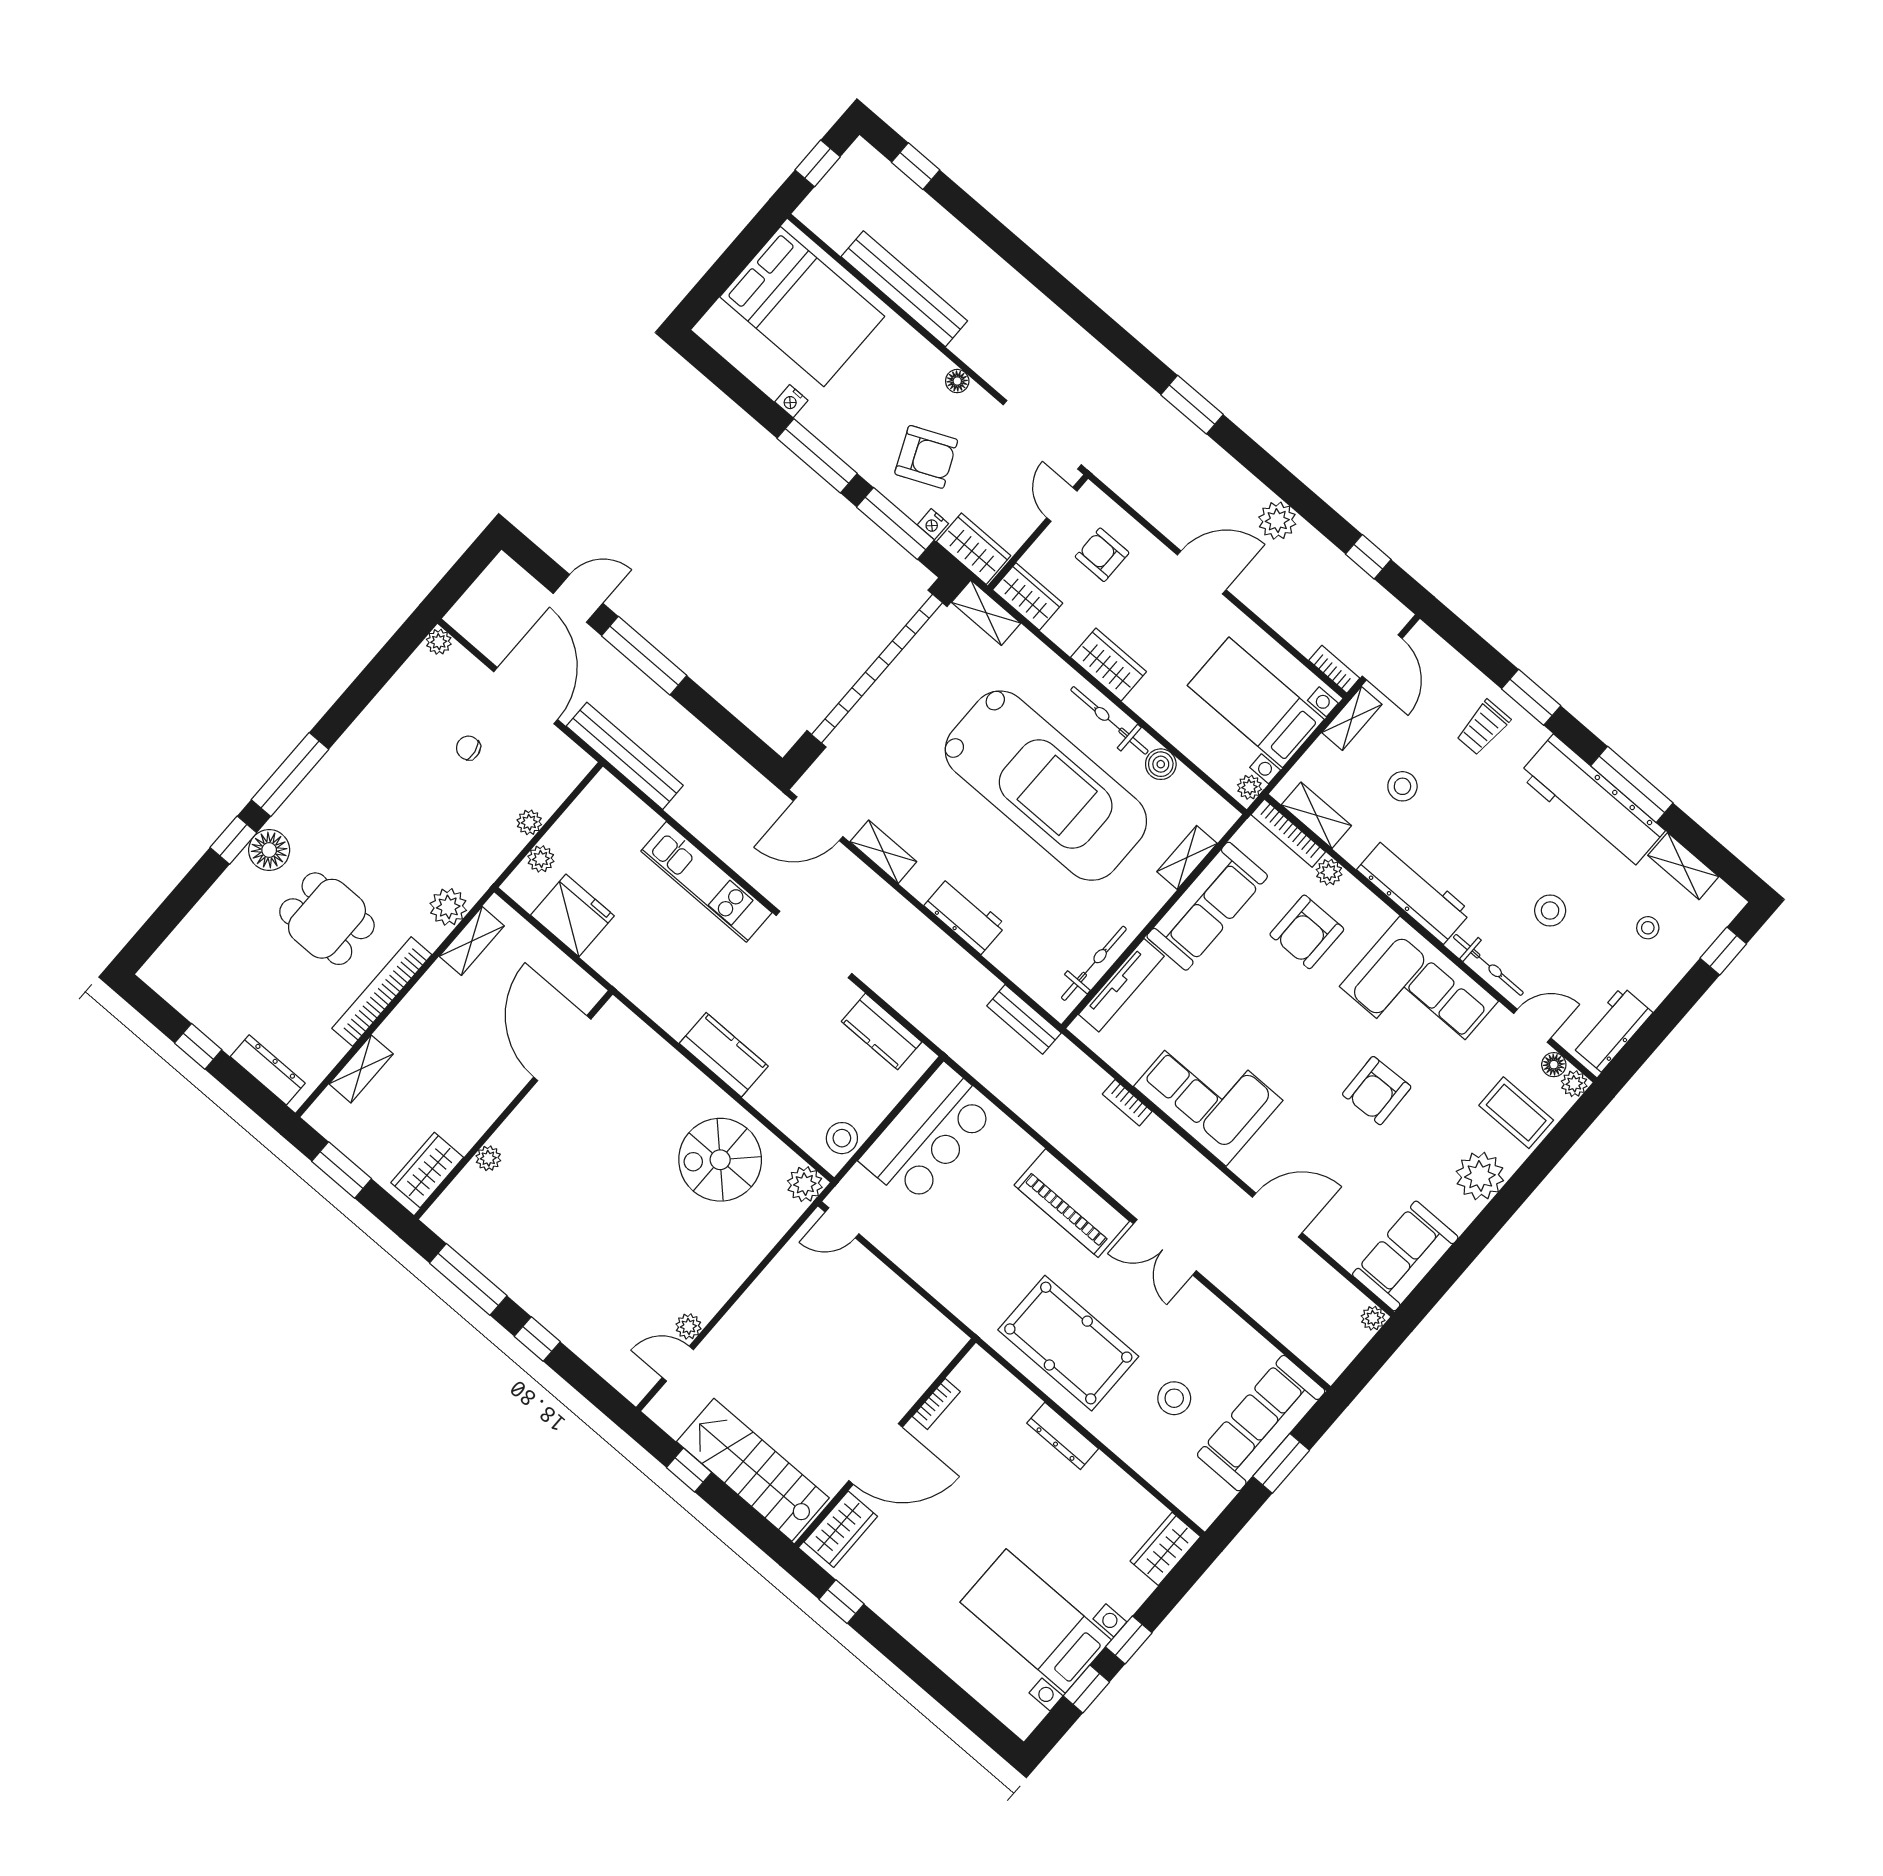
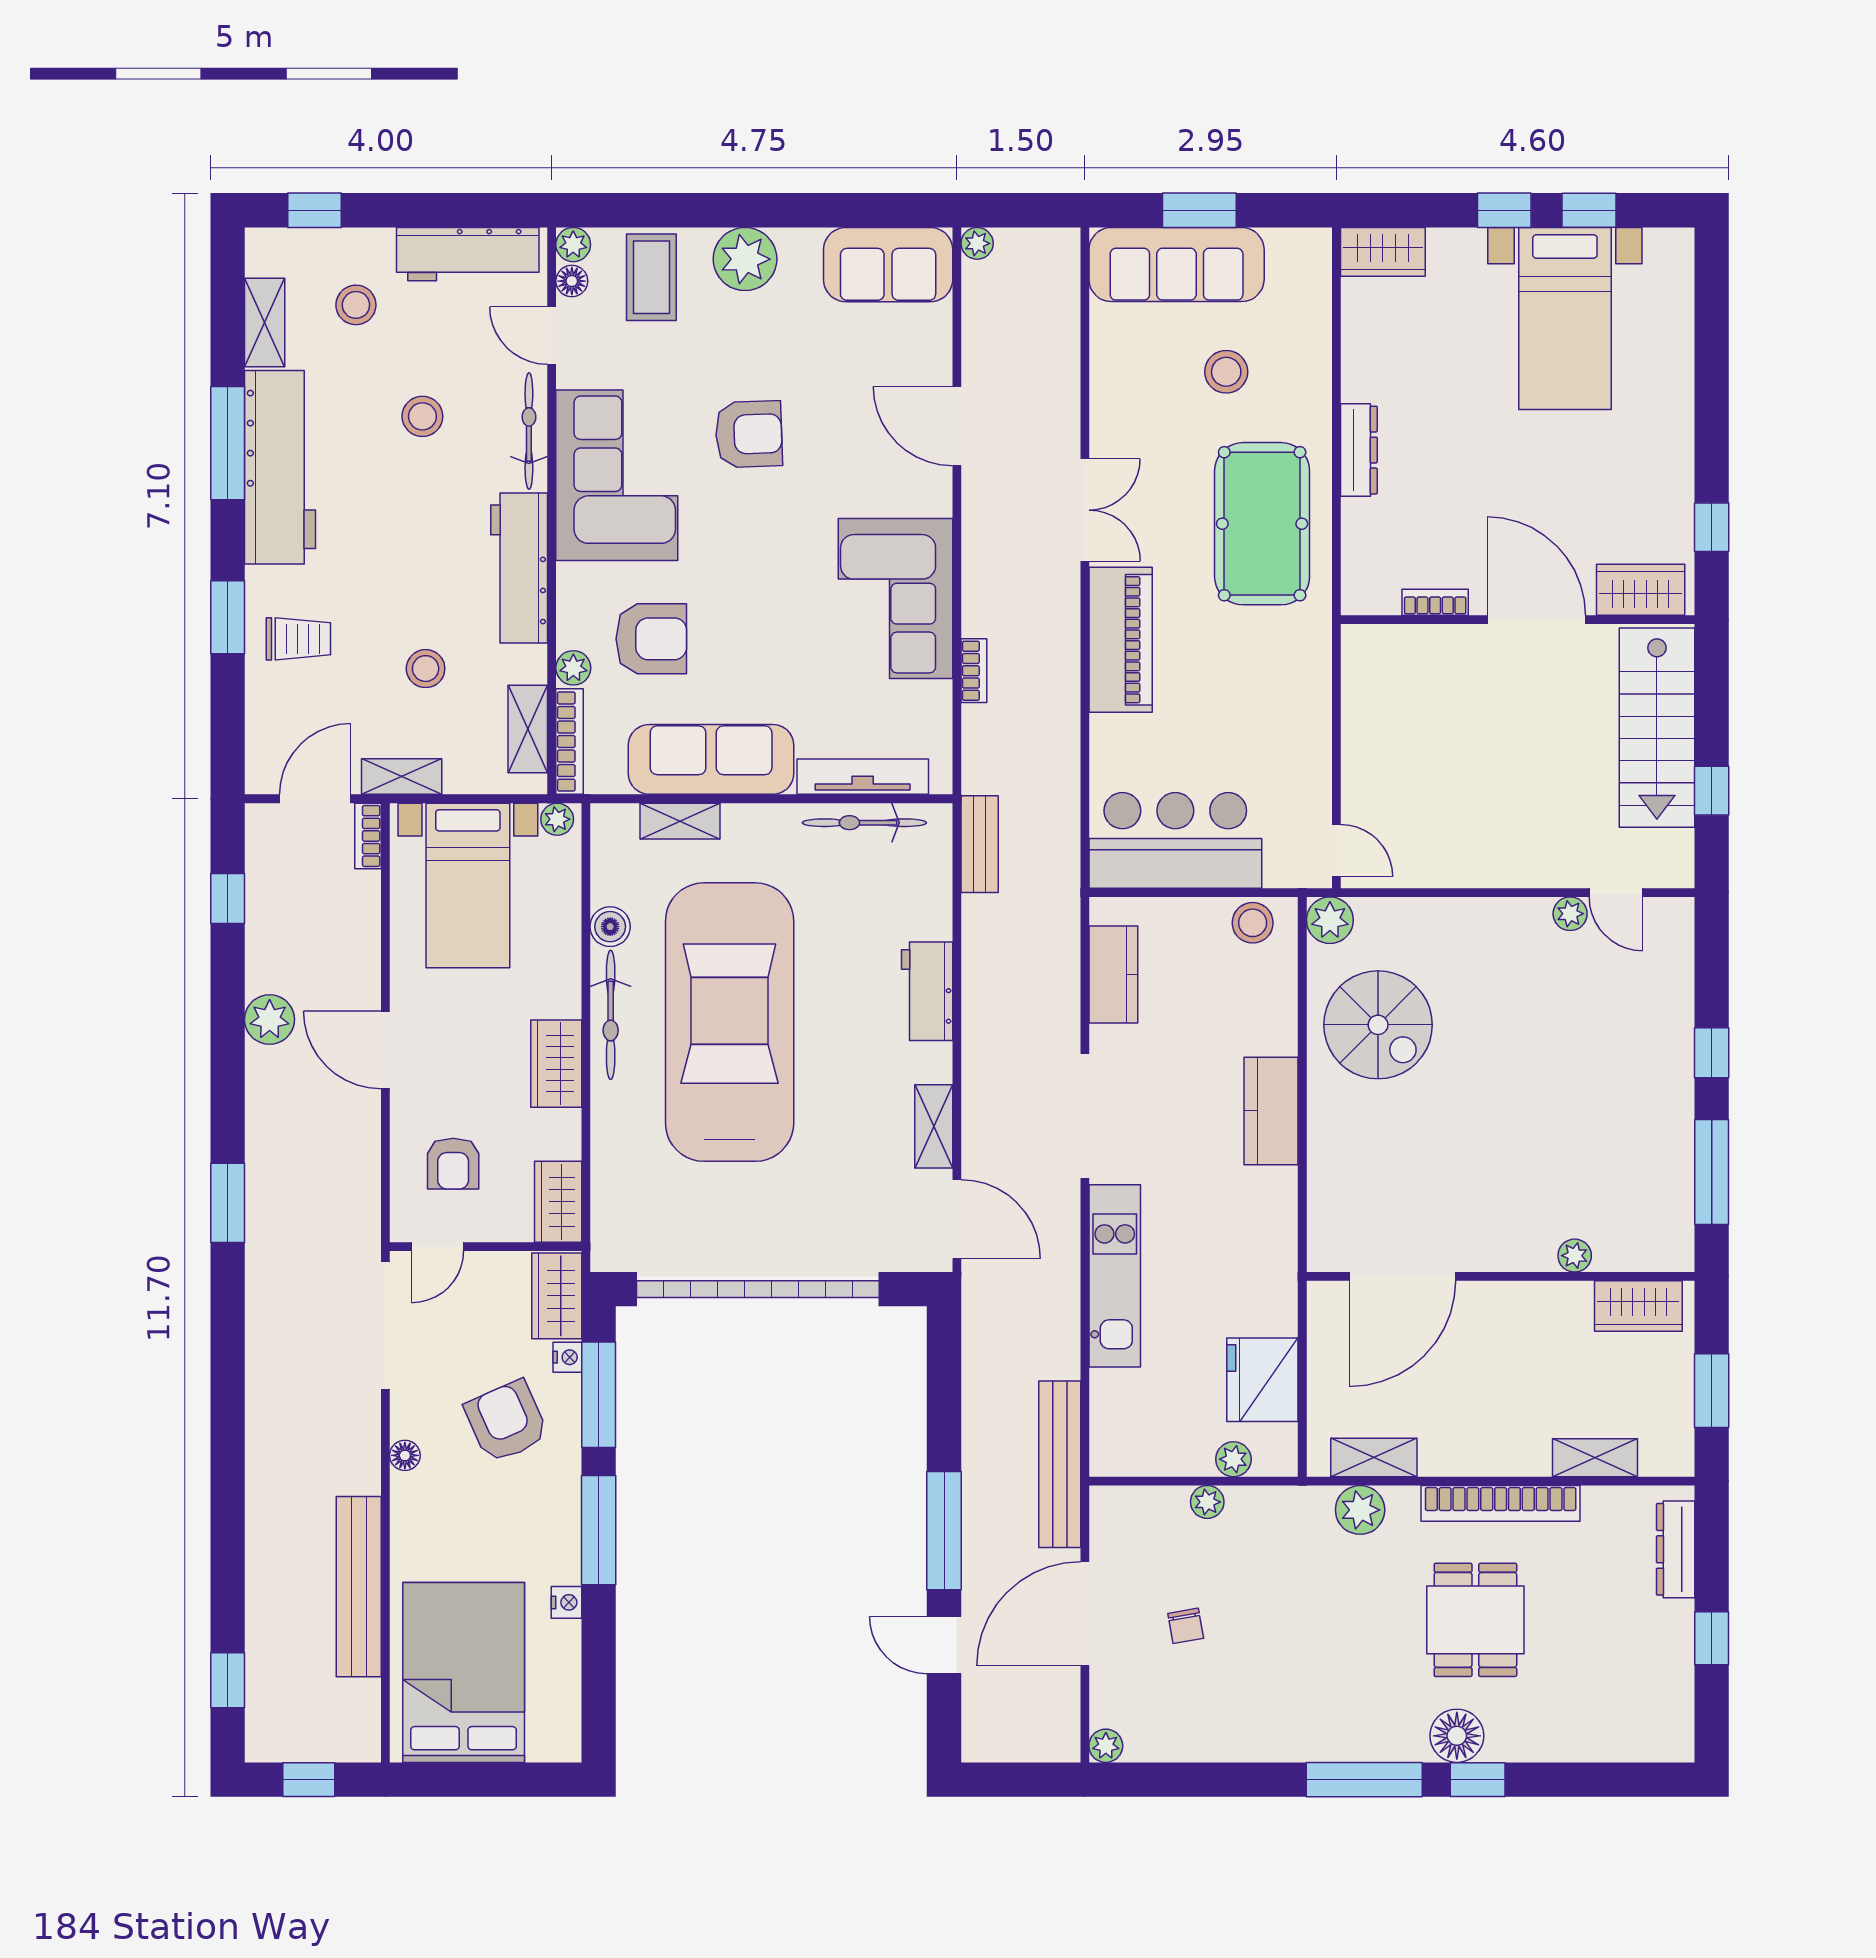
shelving: (986, 613) -> (610, 1229), removed
stool: (1648, 928) -> (356, 305), width x1.37, depth x1.37
workbench: (1612, 1029) -> (468, 254), width x1.37

